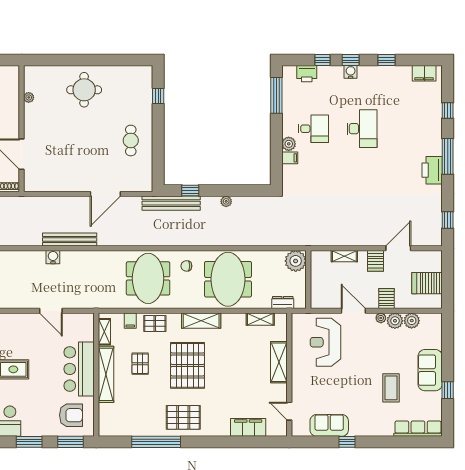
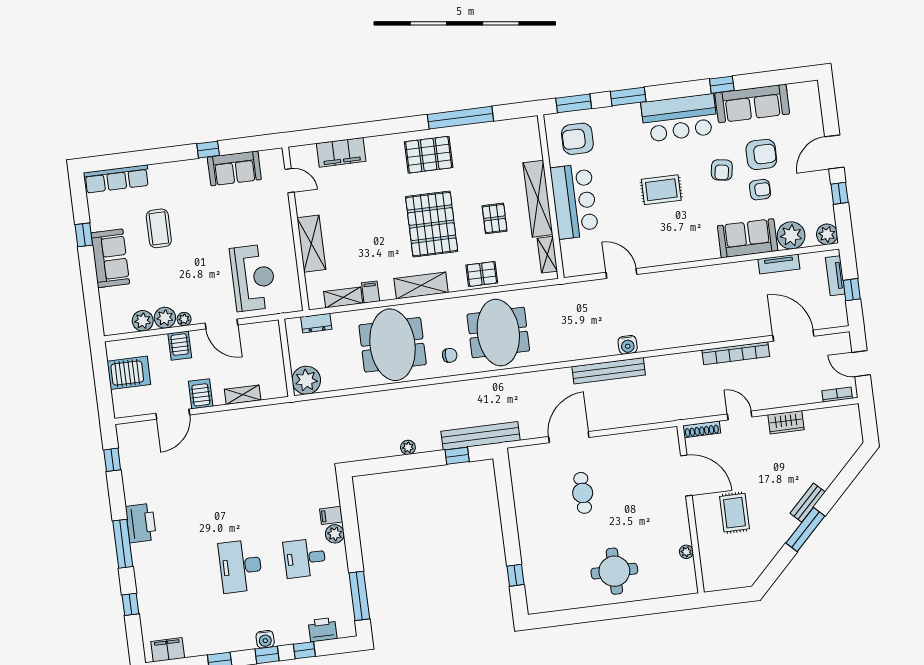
cafe table: (131, 140) -> (583, 493), moved
filing cabinet: (130, 321) -> (371, 292), moved

